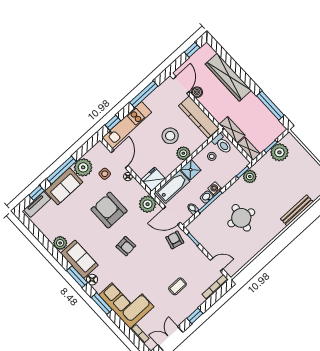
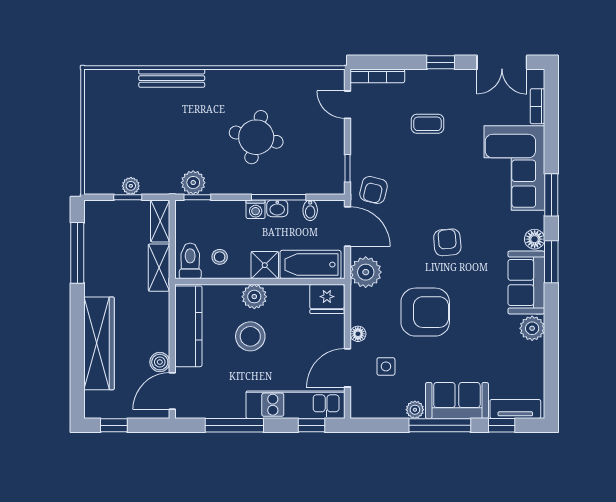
plant: (279, 152) -> (131, 186), width x0.53, depth x0.53
plant: (83, 167) -> (415, 410), width x0.53, depth x0.53
armchair: (109, 210) -> (425, 312), turned -90

